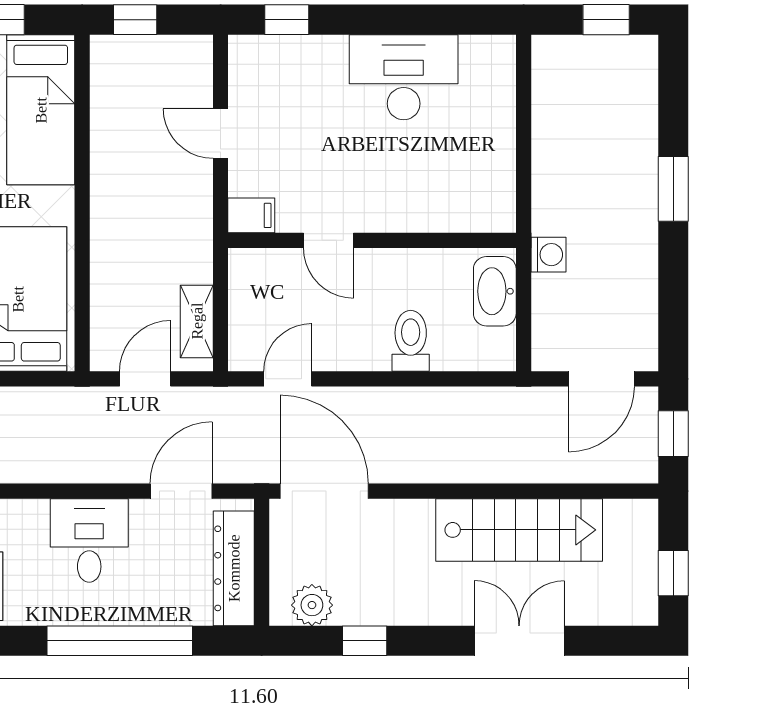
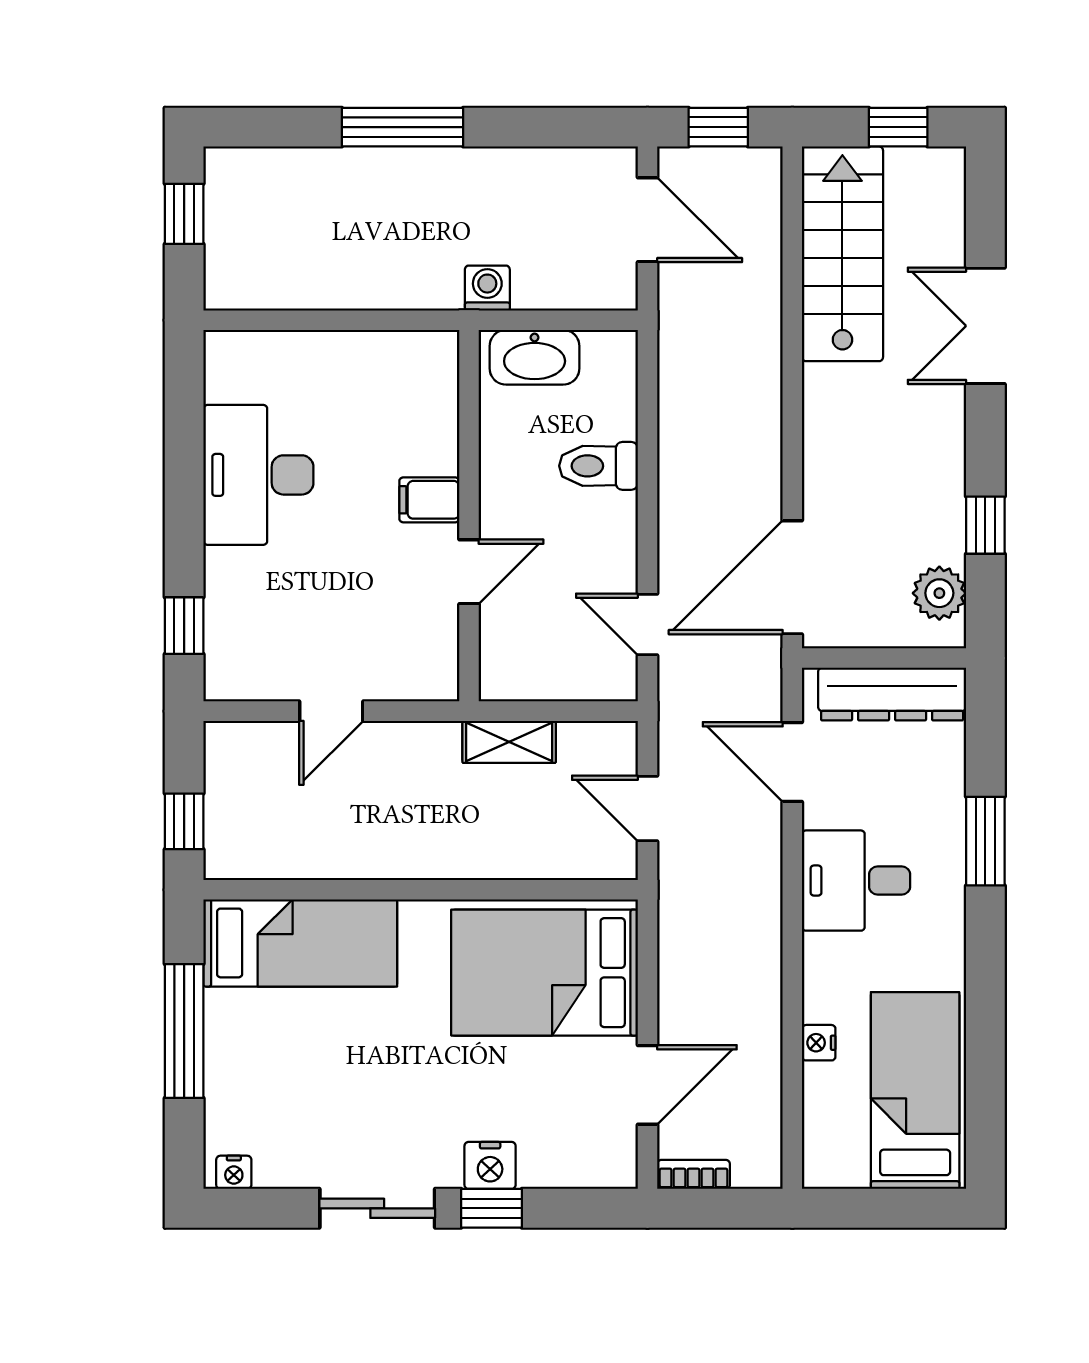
window: (673, 189) -> (403, 127), width x1.44
filing cabinet: (251, 215) -> (429, 500), moved, turned -90
shelving: (197, 321) -> (509, 742), moved
stairs: (519, 530) -> (842, 254), moved
window: (120, 641) -> (985, 841), width x0.47

